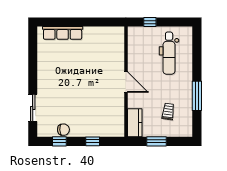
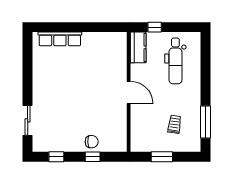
window: (197, 96) -> (206, 122), moved
kitchen counter: (135, 123) -> (138, 47), moved
chair: (63, 130) -> (92, 142), moved

